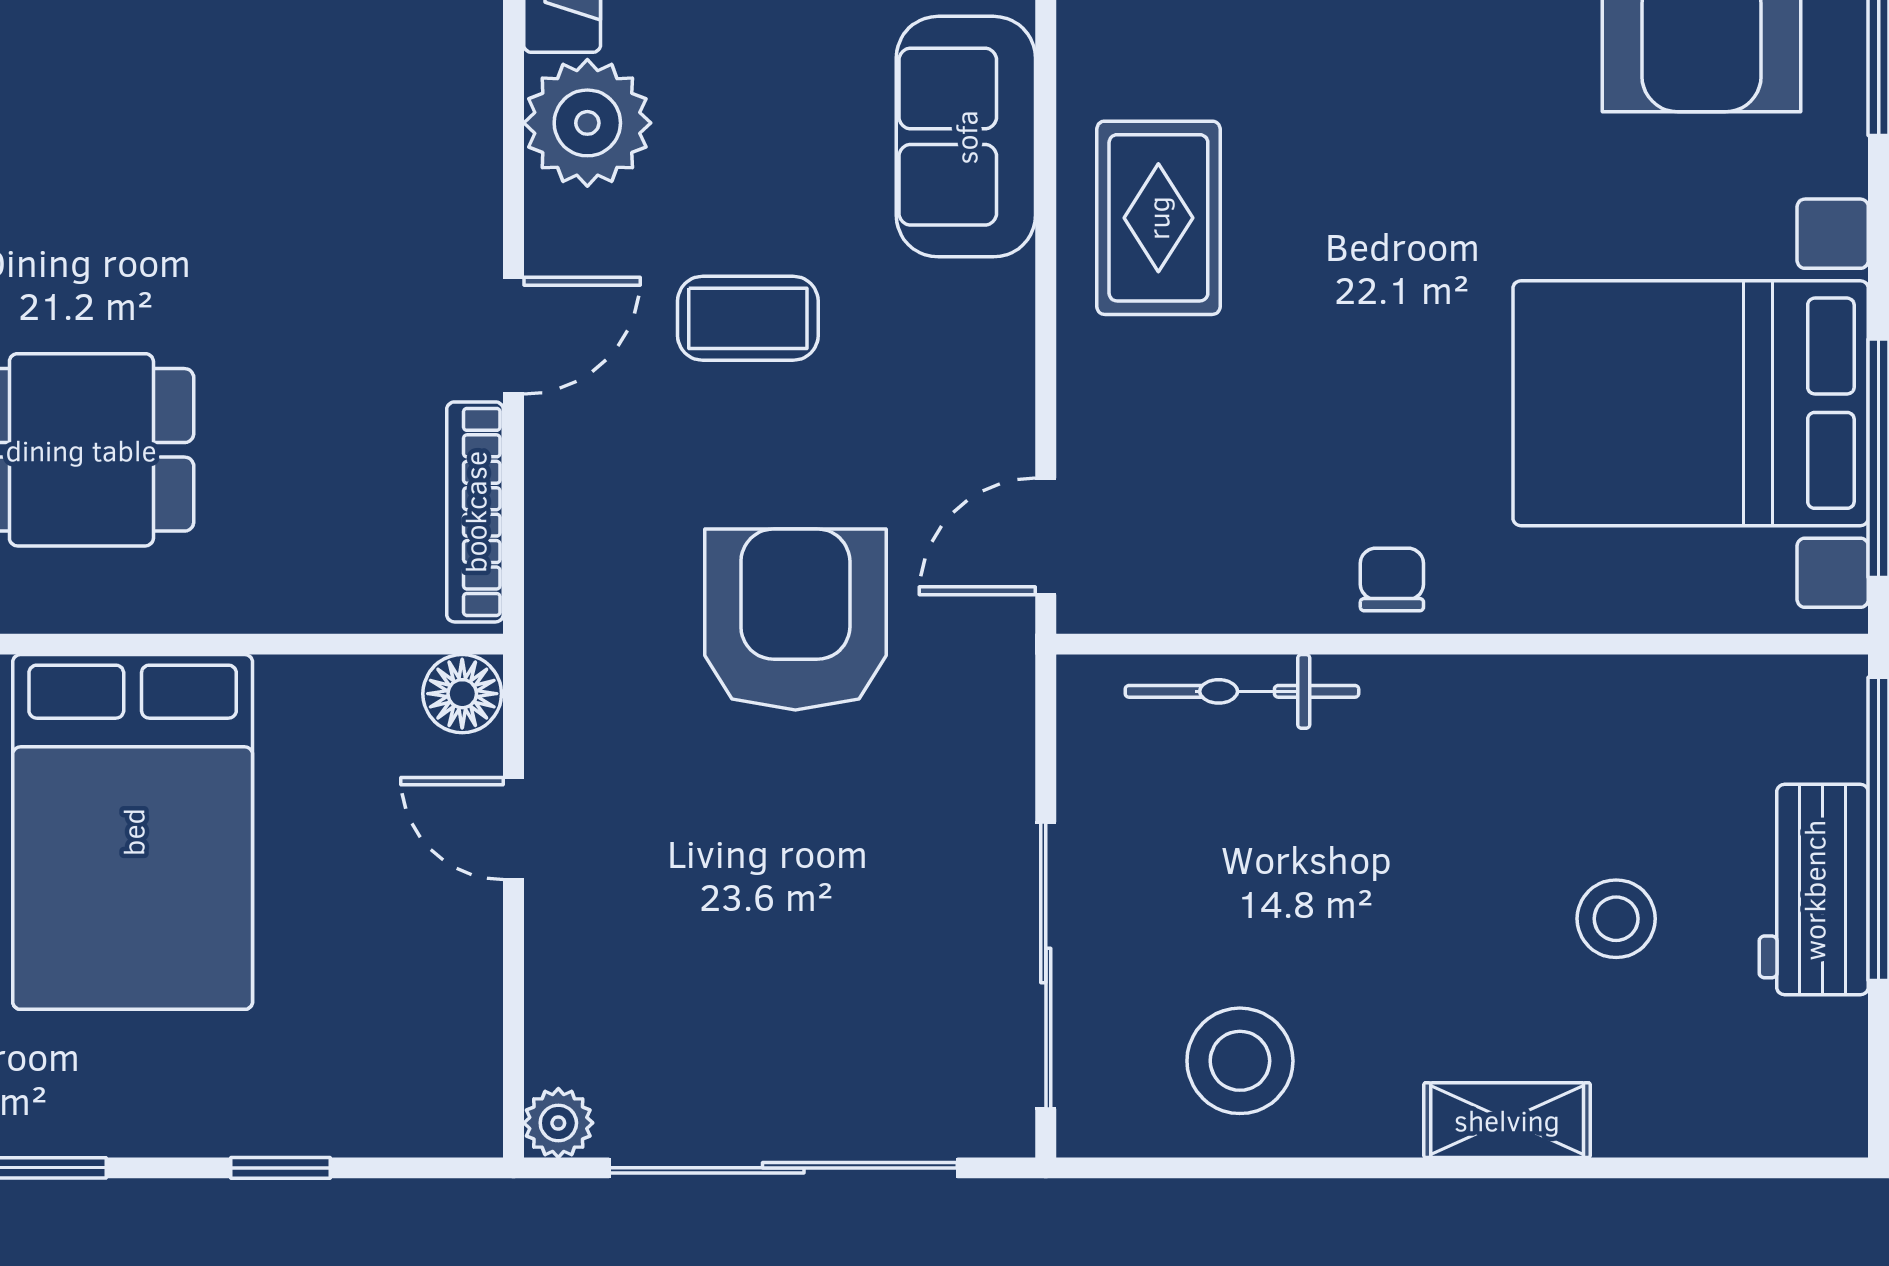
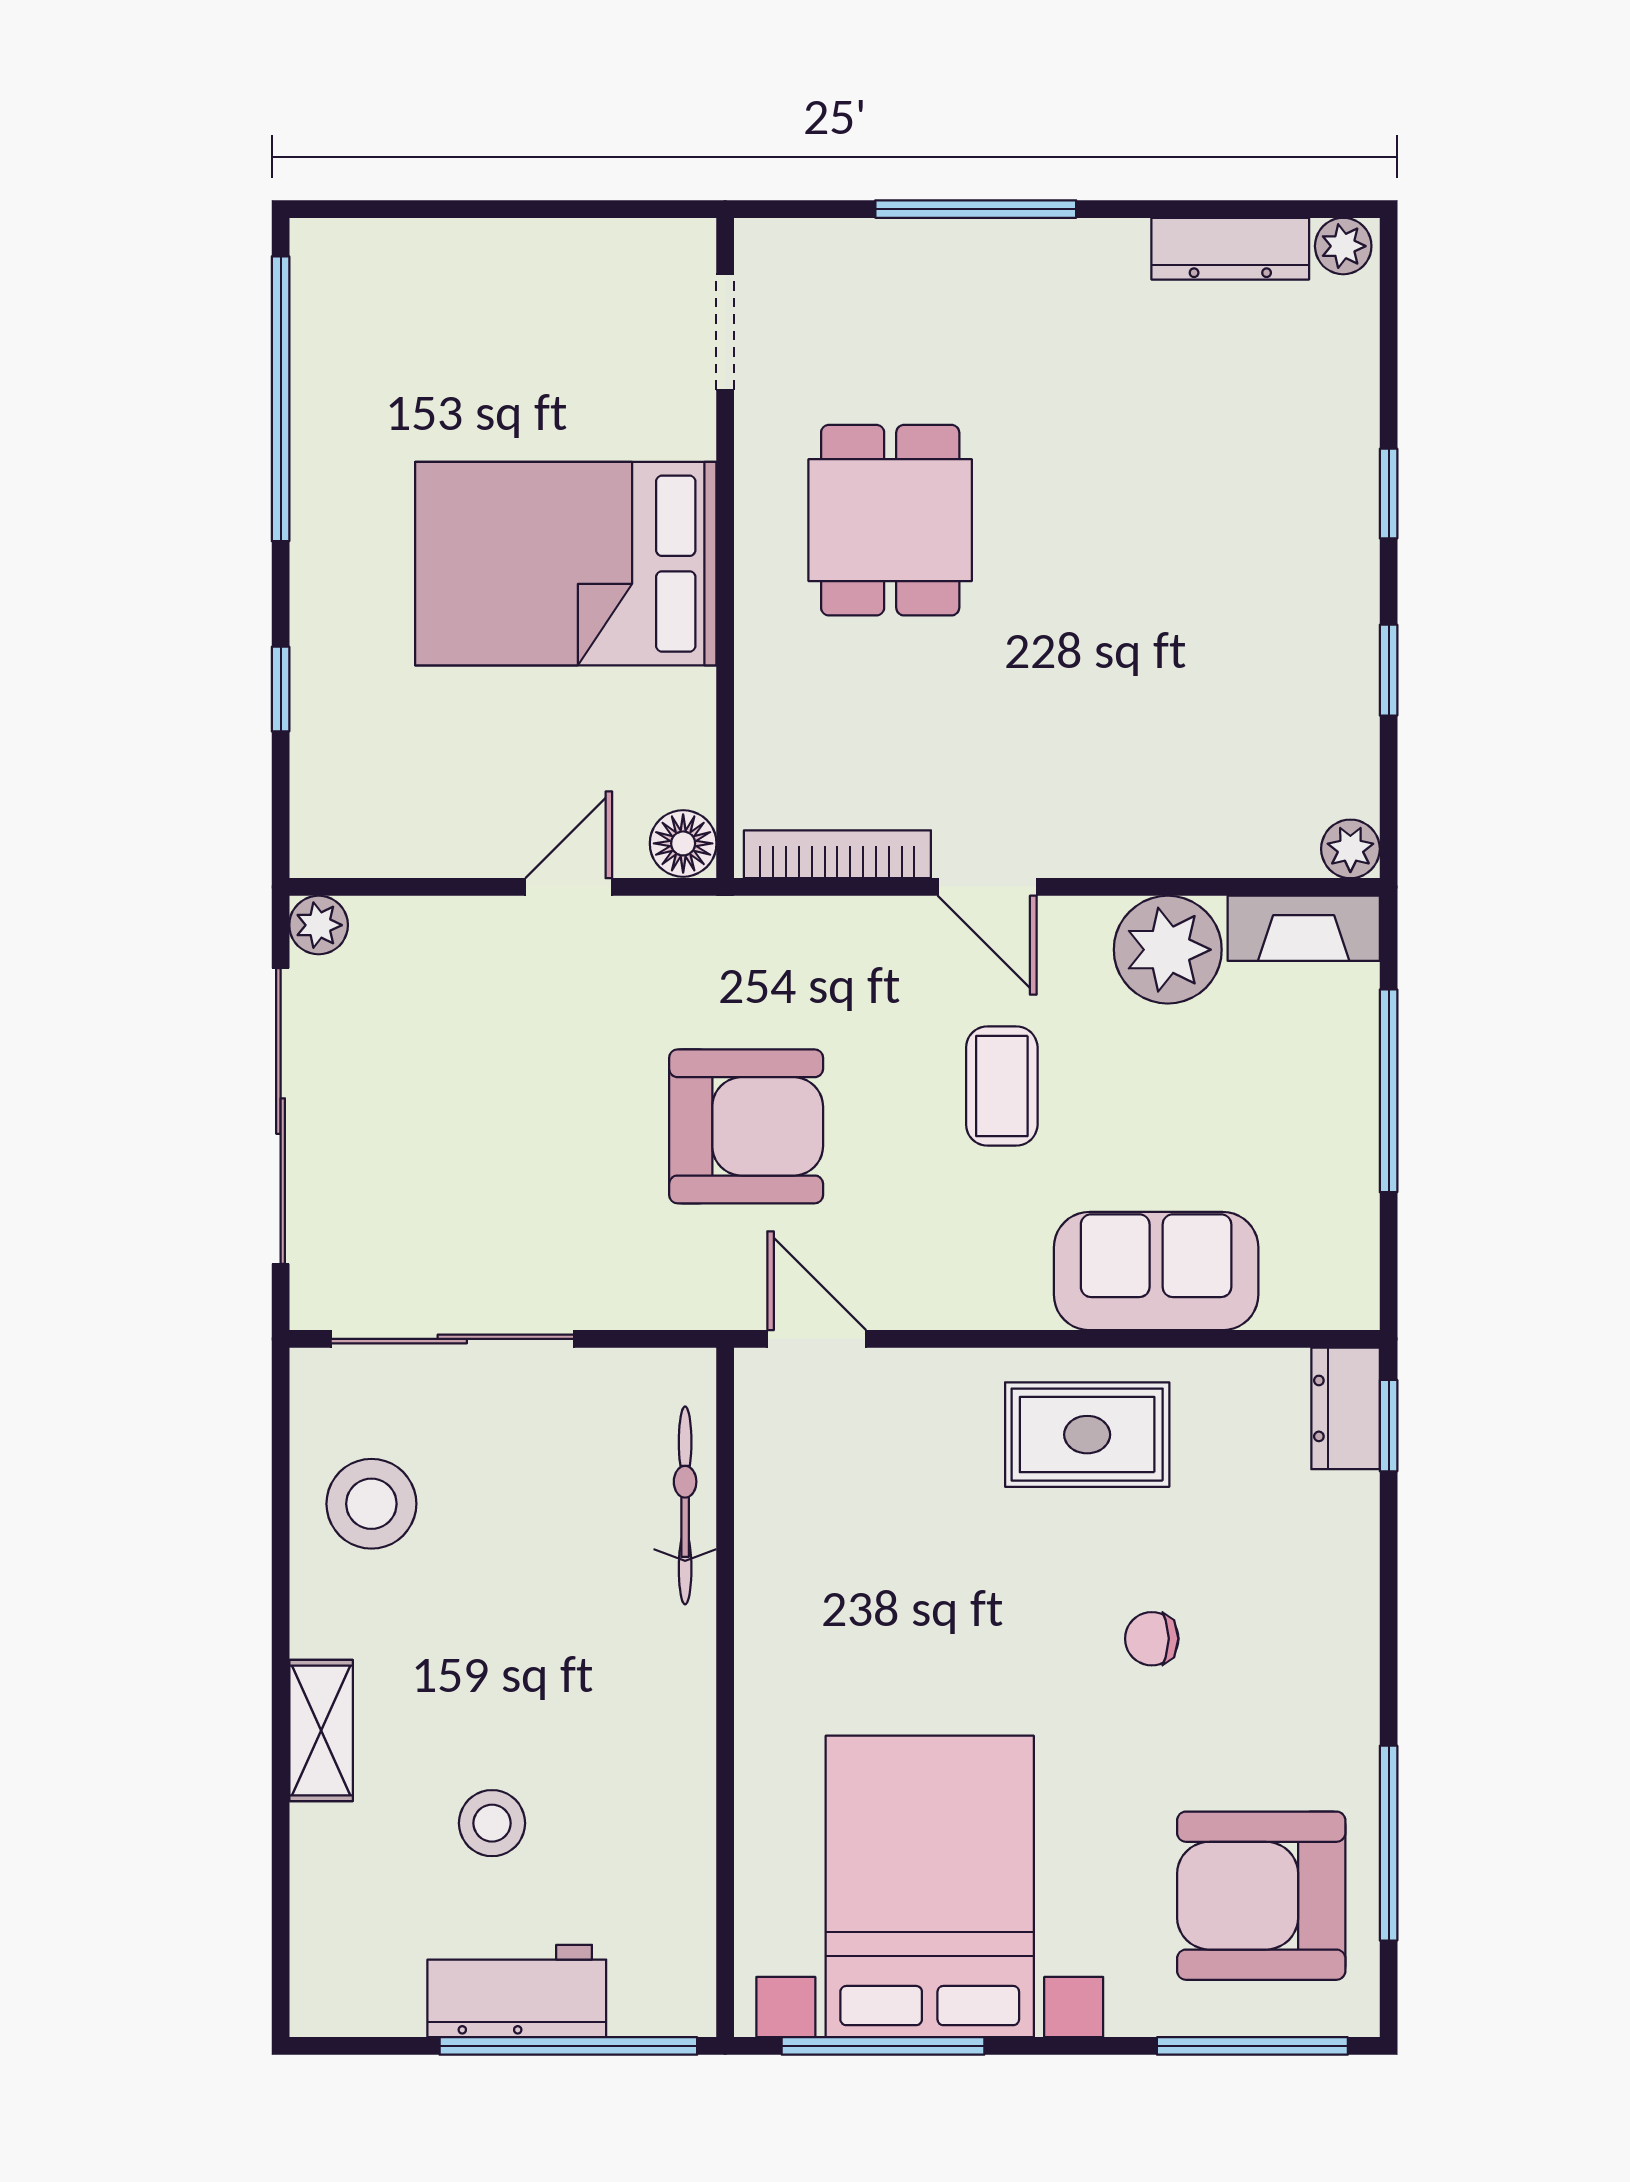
chair: (1392, 579) -> (1152, 1639), moved, turned 180

